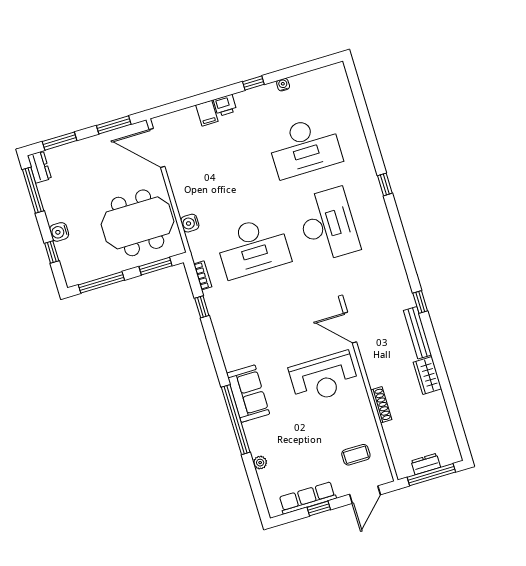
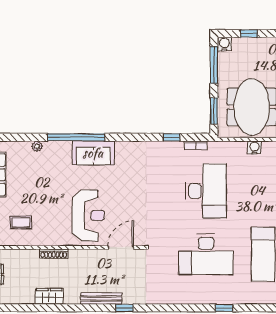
water cooler: (190, 223) -> (254, 147), moved
water cooler: (59, 232) -> (224, 44), moved
desk: (253, 247) -> (206, 191), turned 180
wardrobe: (427, 375) -> (49, 296), moved
reception desk: (324, 378) -> (88, 215), turned 180
coffee table: (356, 455) -> (21, 222), turned 90

